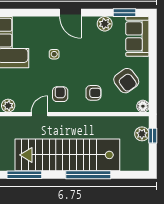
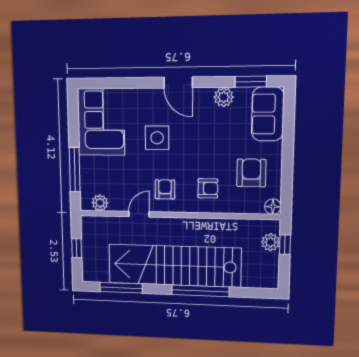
side table: (54, 54) -> (157, 138), width x1.87, depth x1.87
armchair: (126, 81) -> (251, 173), turned -143

